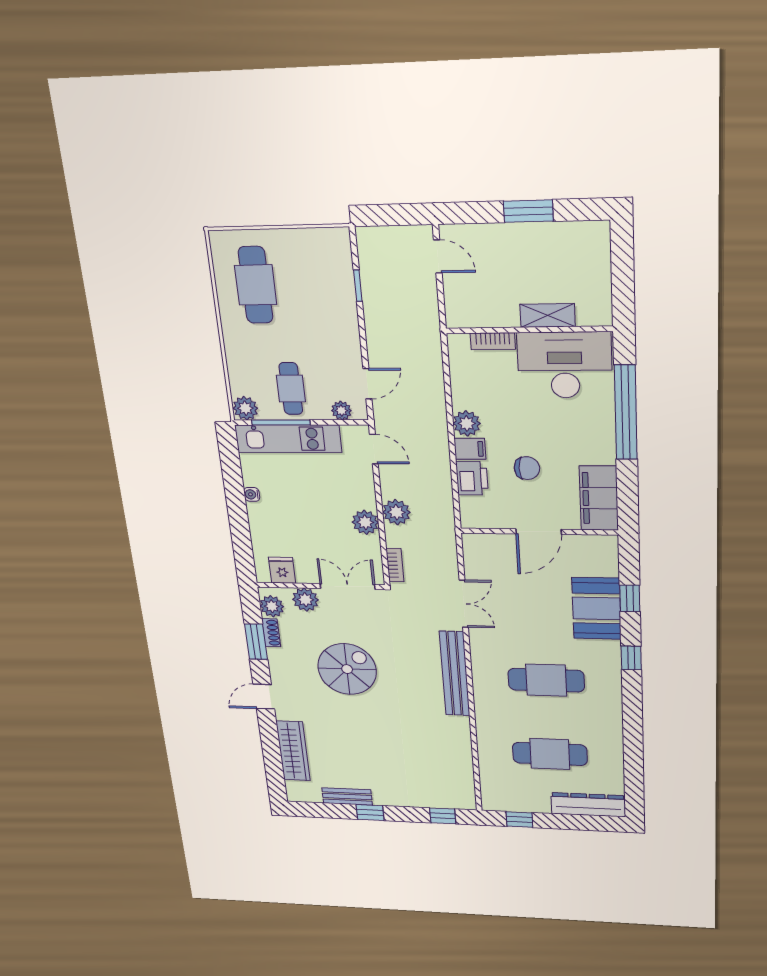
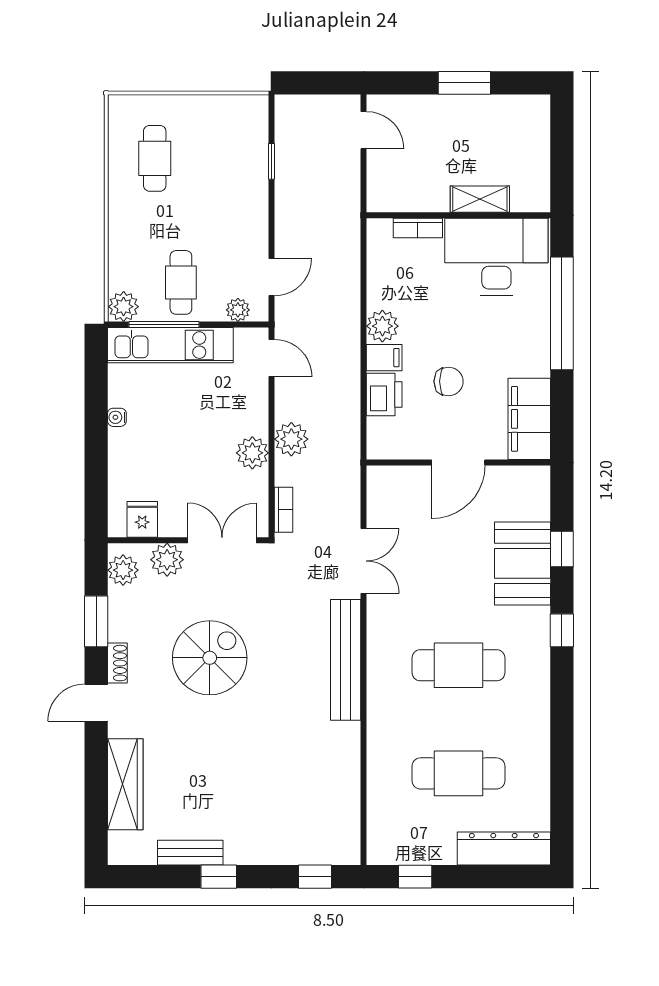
cafe table: (256, 285) -> (155, 158), width x0.73, depth x0.74
shoe rack: (271, 633) -> (117, 663), moved

